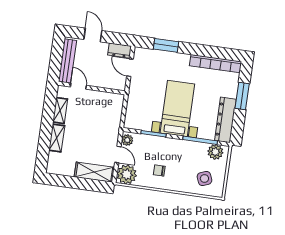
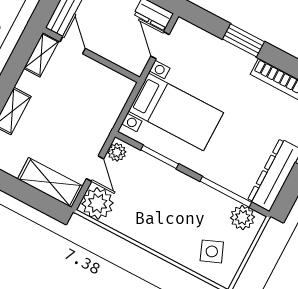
window: (166, 45) -> (244, 40), moved
bed with nightstands: (177, 108) -> (176, 112), moved, turned 90
shelving: (60, 111) -> (41, 55), moved
chair: (159, 170) -> (148, 215), removed

